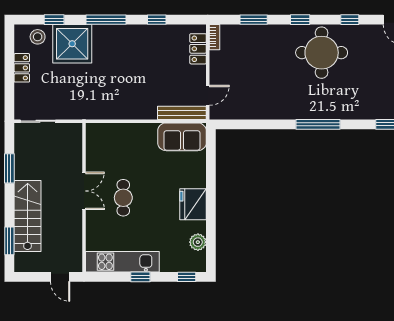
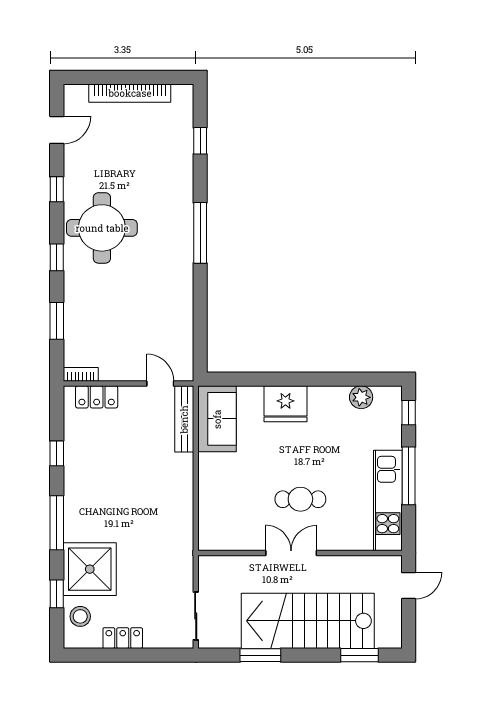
fridge: (193, 204) -> (285, 404), moved
stairs: (28, 216) -> (308, 621), width x1.36, depth x1.51
window: (140, 277) -> (409, 476), width x2.17

